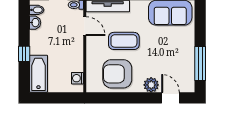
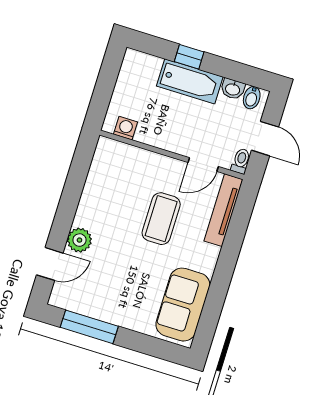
bathtub: (38, 74) -> (190, 81), moved
armchair: (117, 74) -> (113, 192), removed

